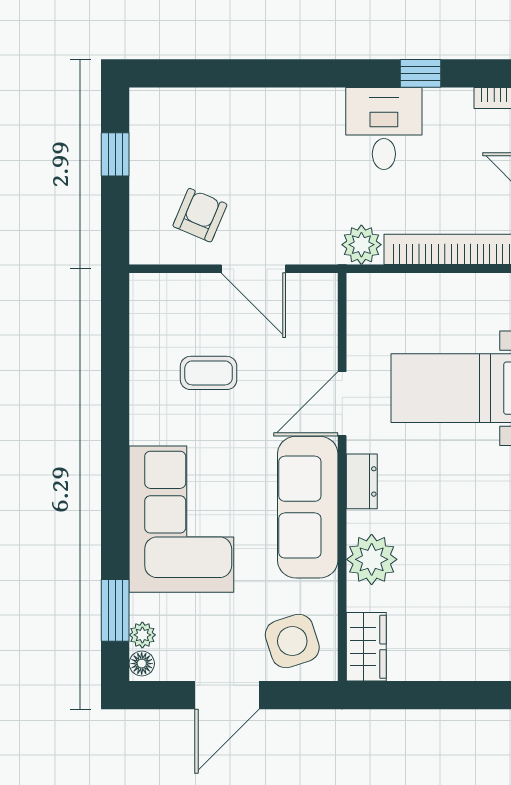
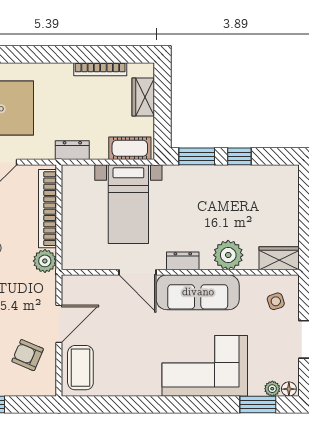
coffee table: (209, 373) -> (80, 368), moved, width x1.36, depth x1.30
side table: (292, 641) -> (276, 301), width x0.54, depth x0.54

